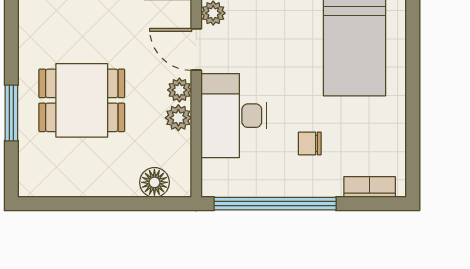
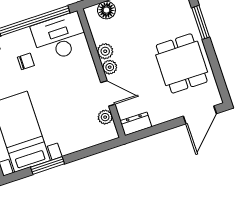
dining table: (82, 100) -> (182, 63), moved, turned 90
desk: (234, 116) -> (60, 37), moved, turned -90

